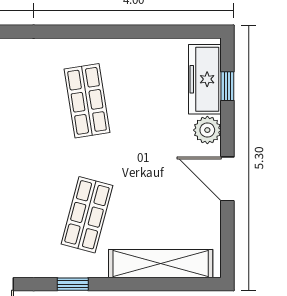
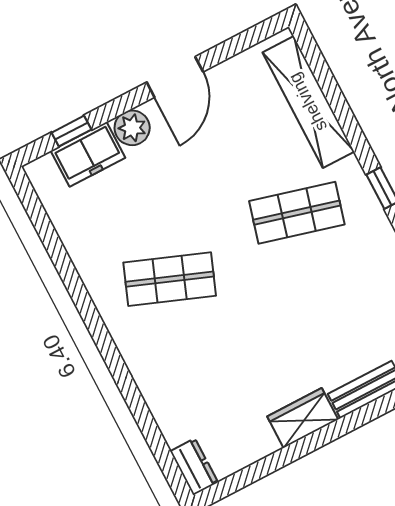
freezer: (205, 79) -> (88, 154), width x0.71
shop shelf: (87, 101) -> (170, 279), turned 30

